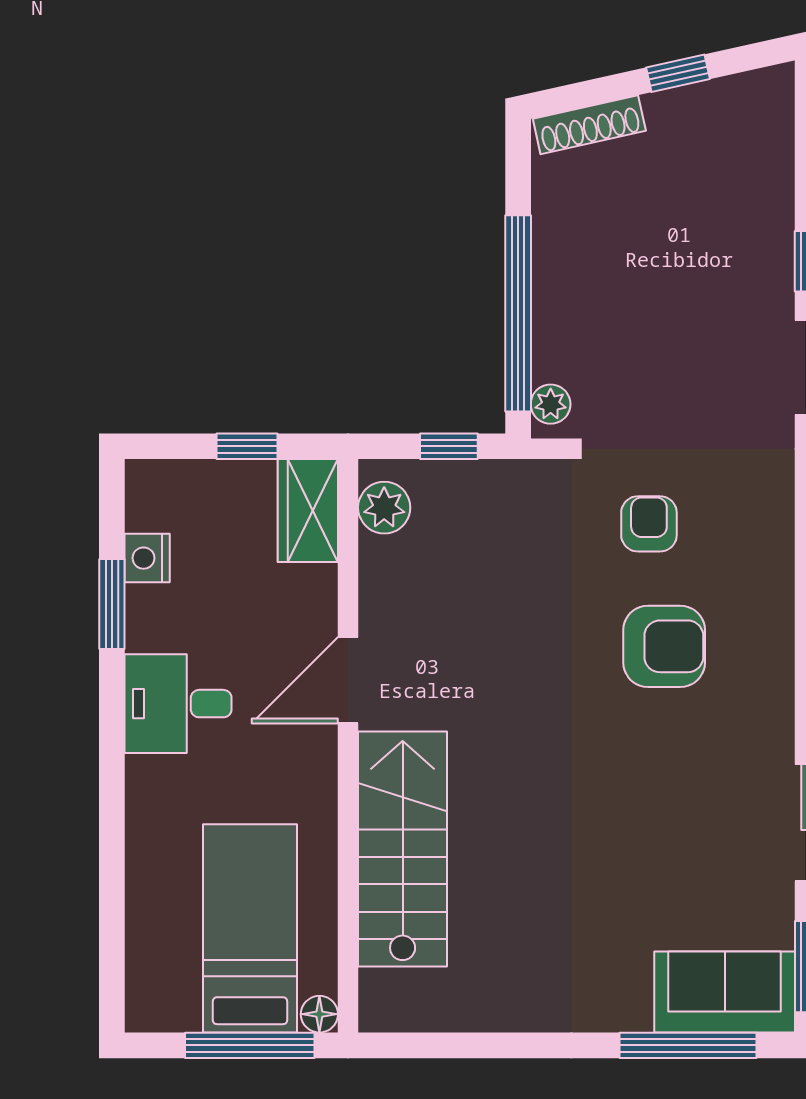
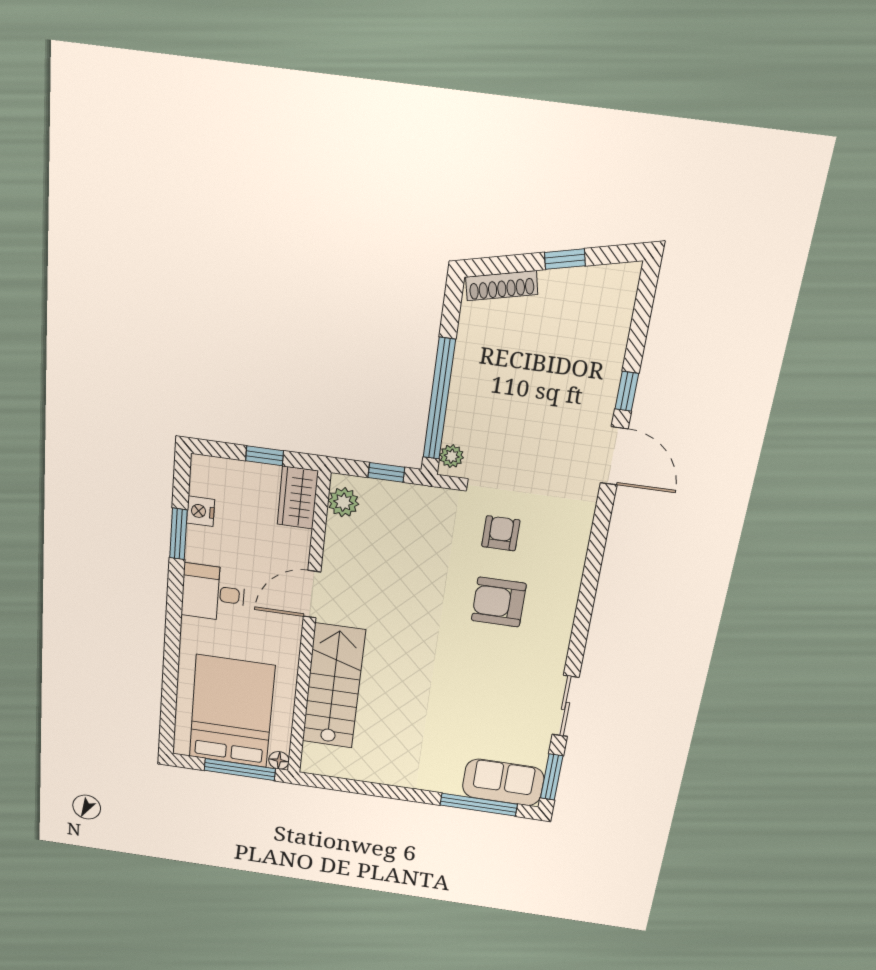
armchair: (664, 646) -> (499, 602), turned 180
bed: (250, 928) -> (232, 712), width x1.50

